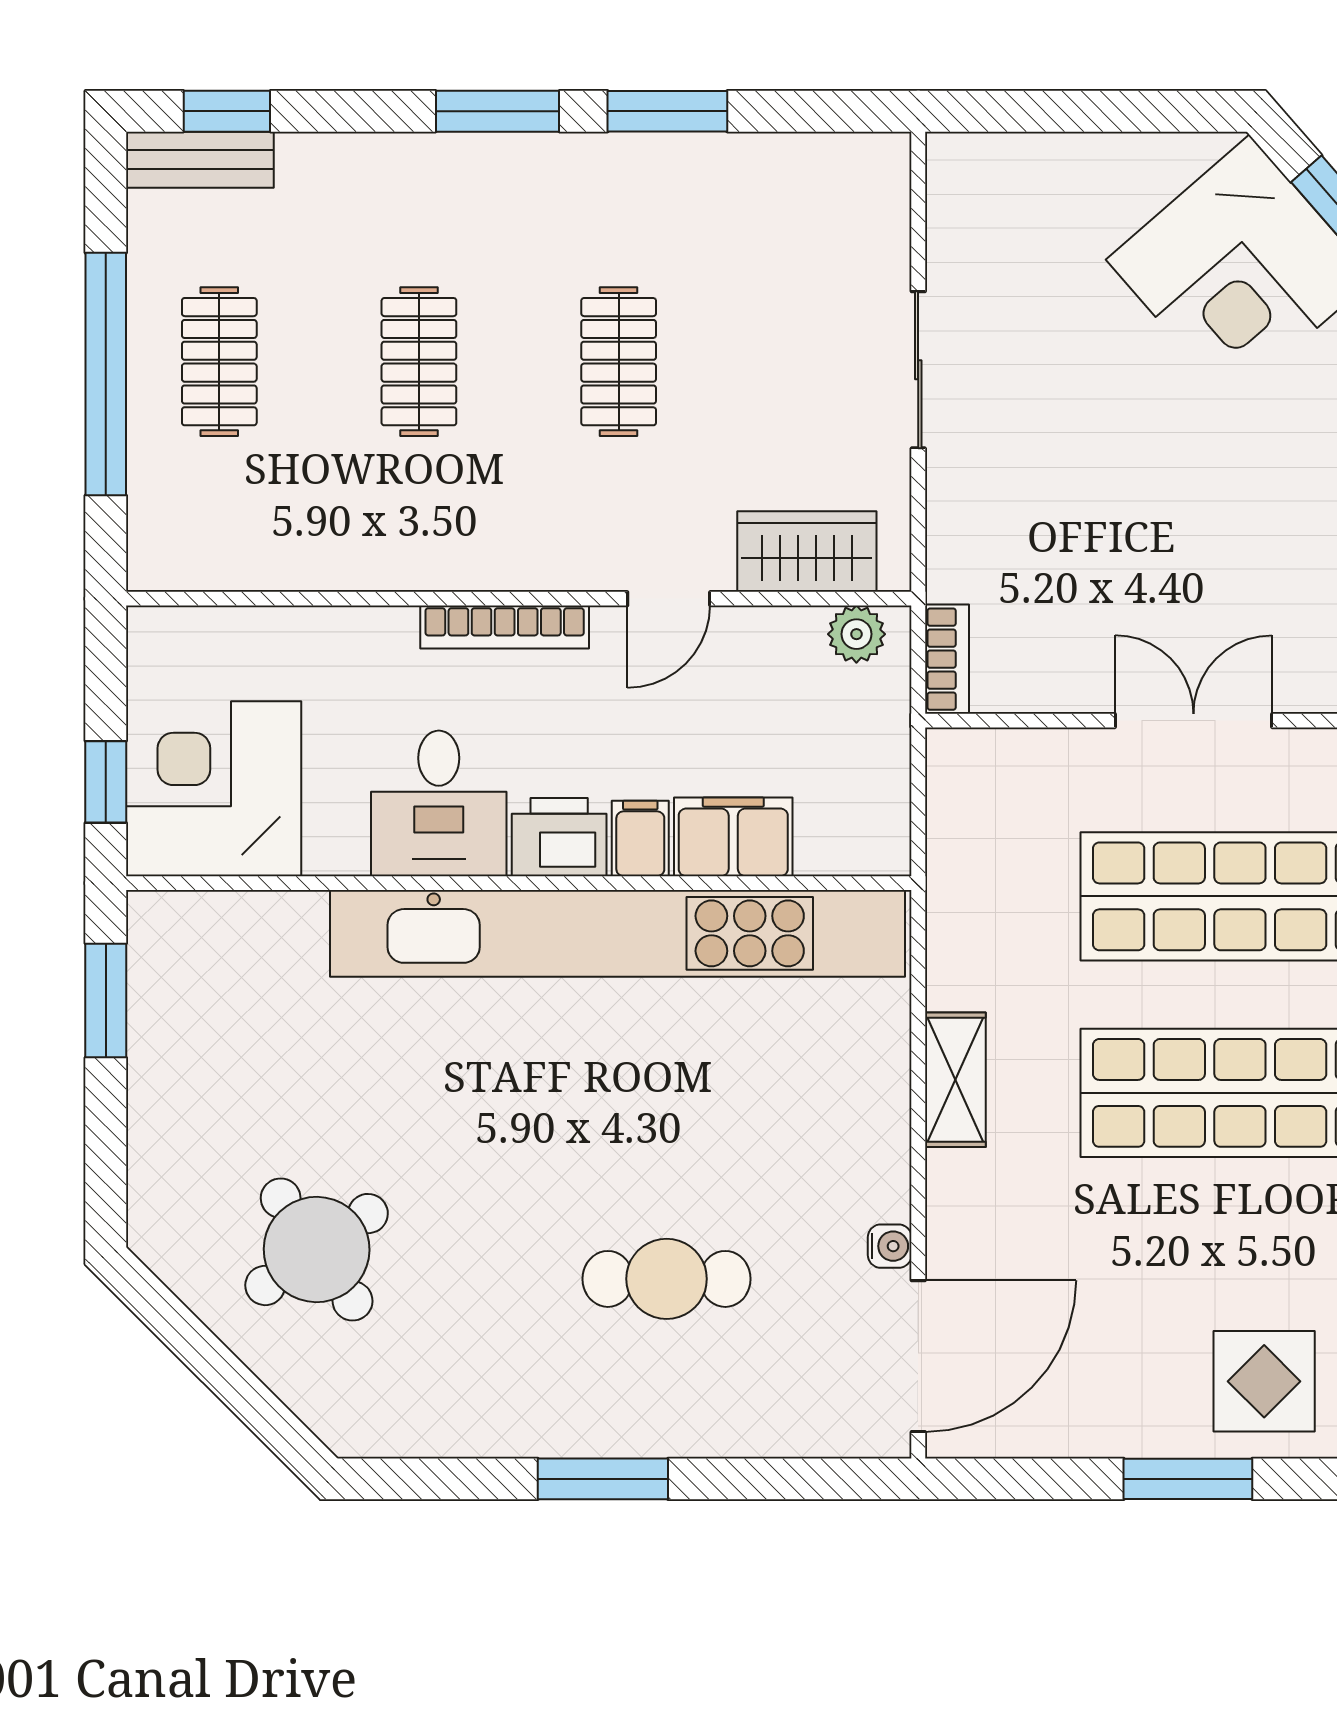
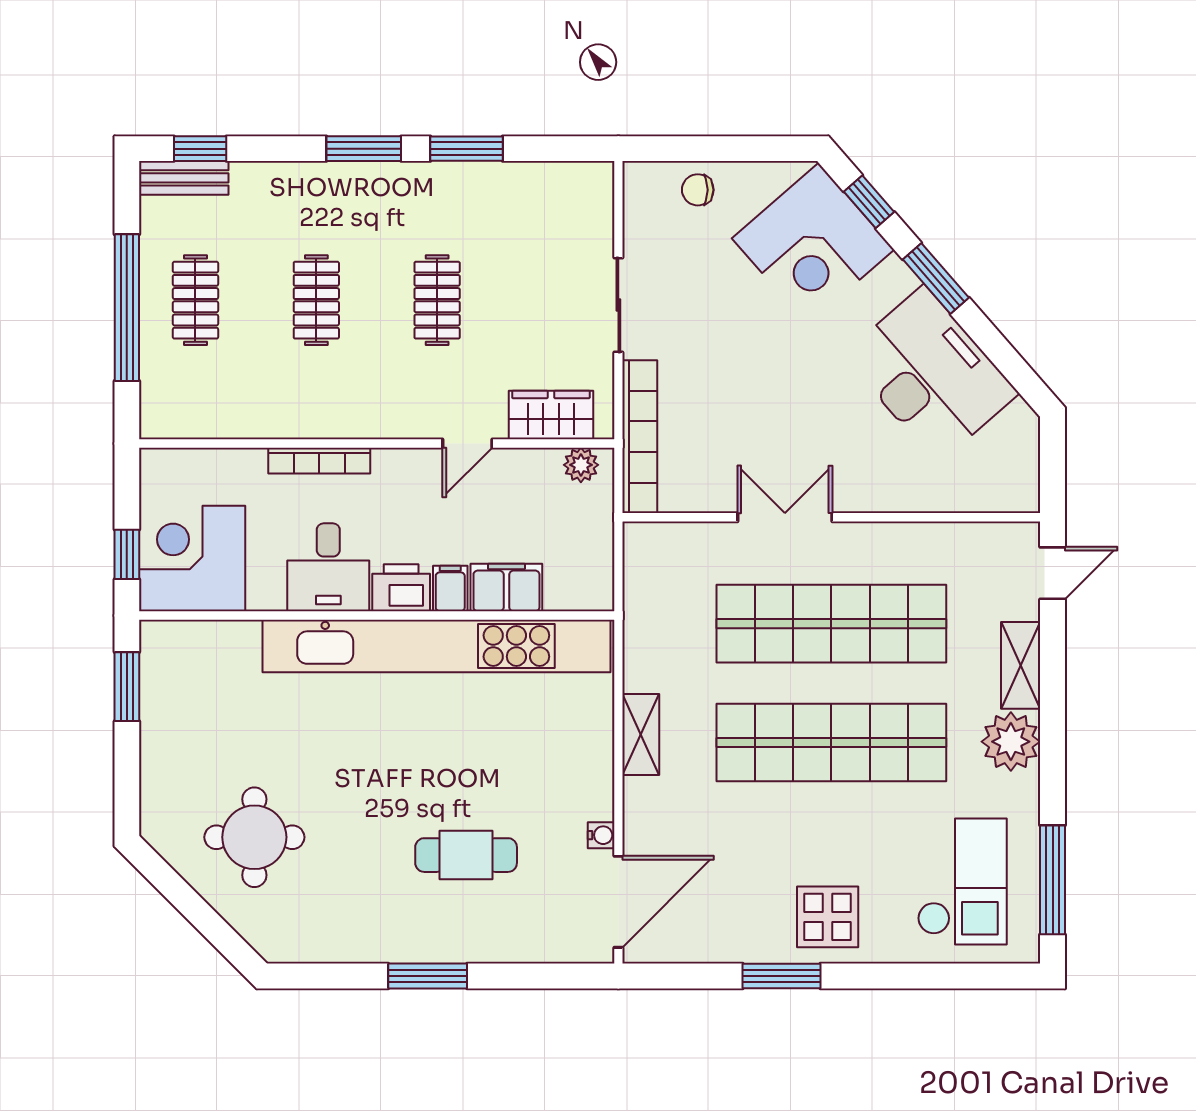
chair: (1049, 179) -> (698, 190), added
bookcase: (505, 627) -> (319, 461), moved
bookcase: (947, 659) -> (640, 437), width x2.31, depth x1.31
round table: (317, 1250) -> (254, 837), turned 35

